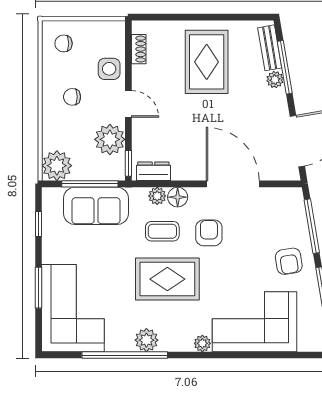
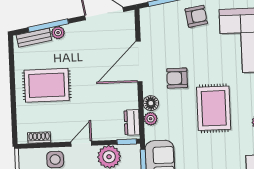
coffee table: (162, 231) -> (177, 114), removed

